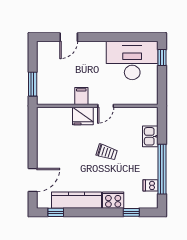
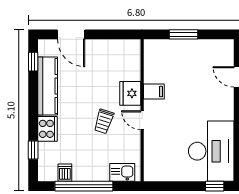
filing cabinet: (81, 96) -> (154, 92), moved
wall: (97, 106) -> (142, 110), moved
door: (106, 106) -> (142, 120), moved
fridge: (83, 116) -> (130, 93), moved

